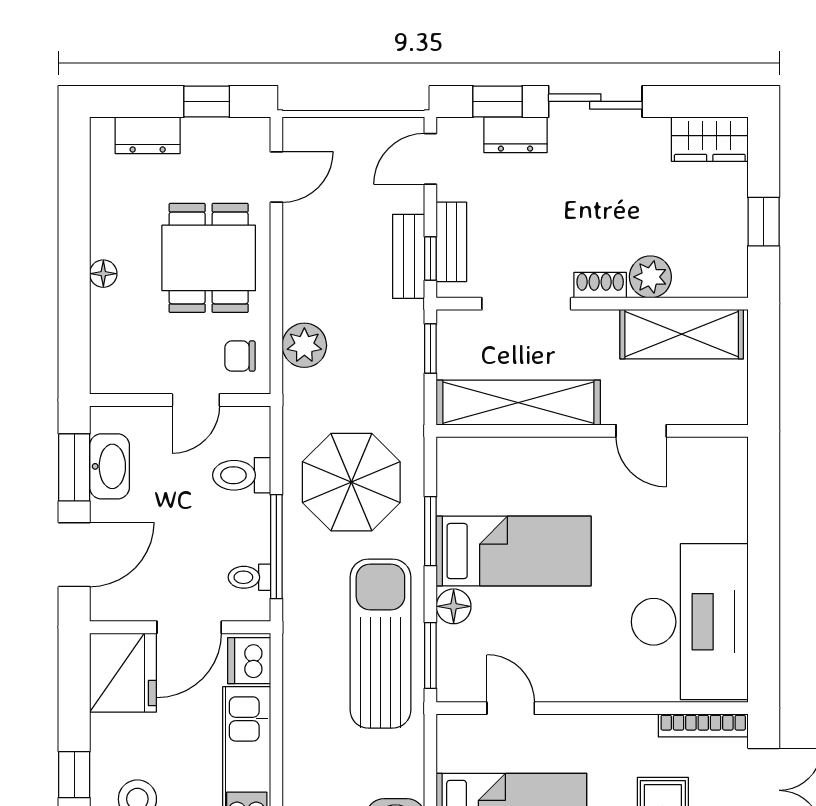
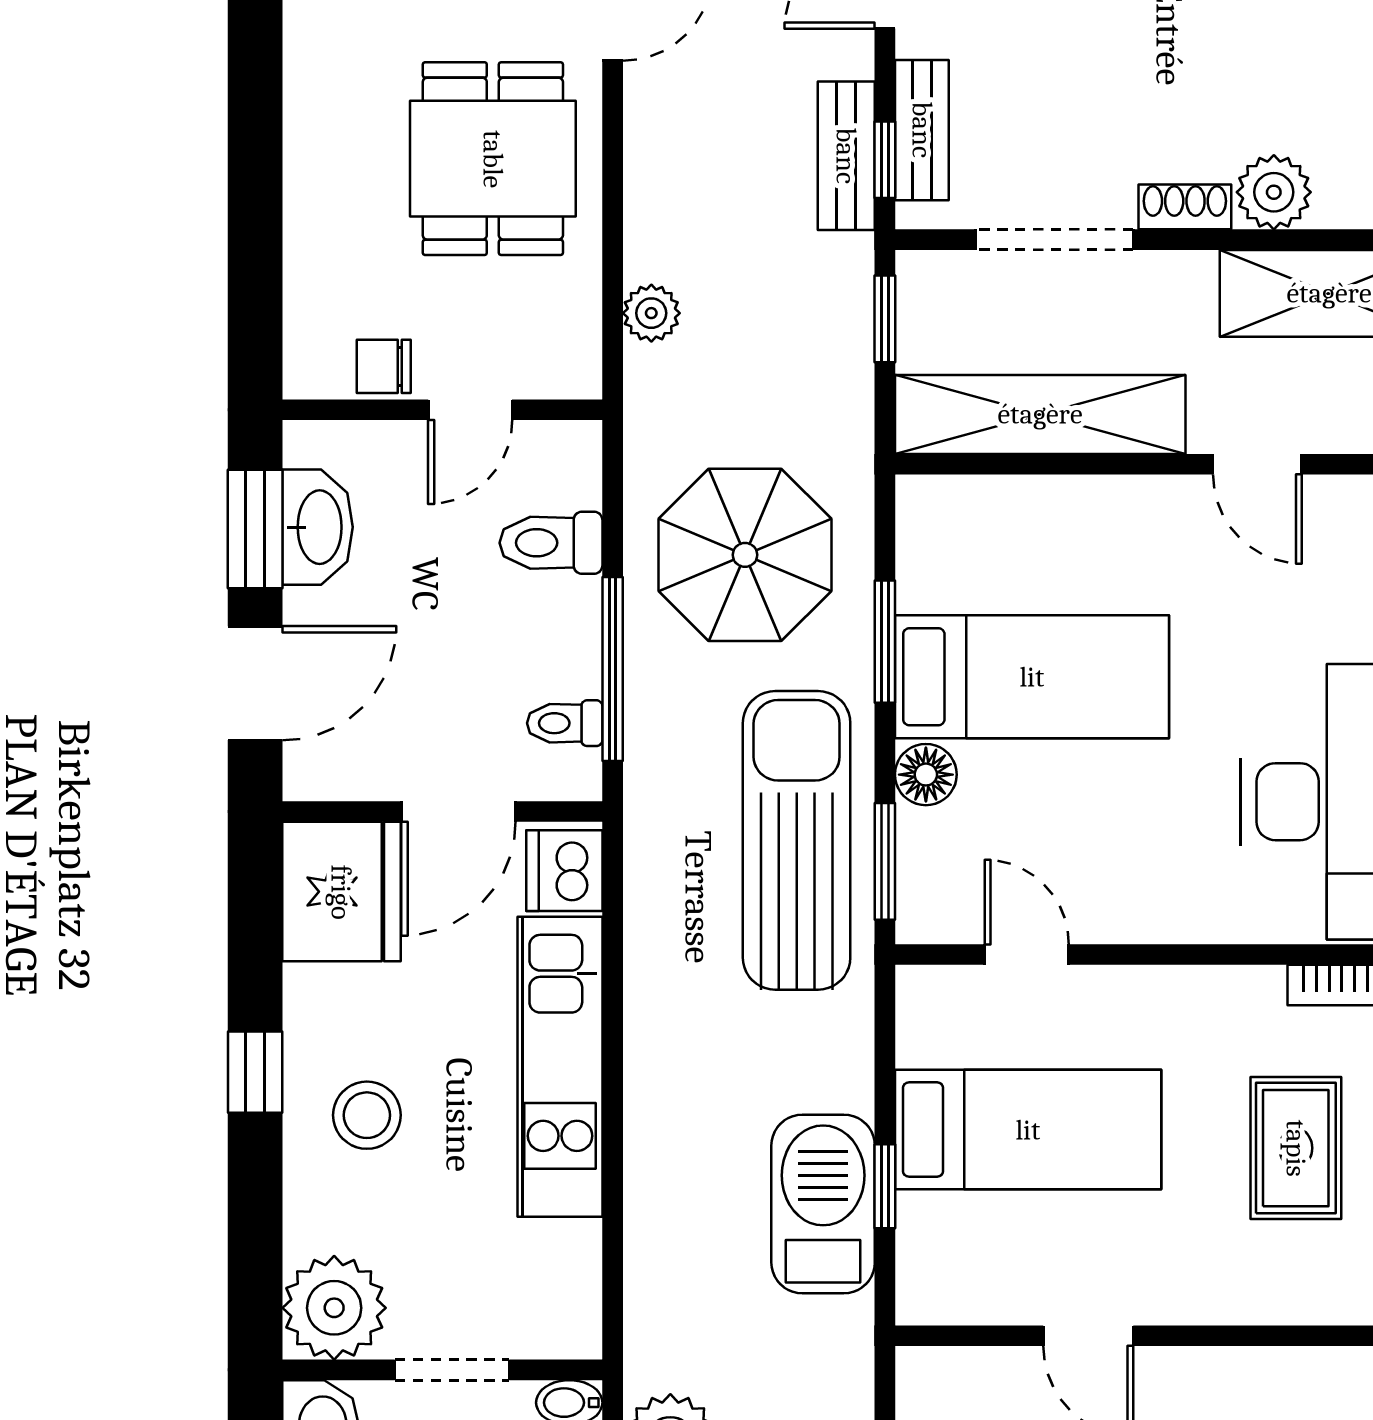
floor lamp: (103, 274) -> (307, 186), removed
plant: (304, 345) -> (651, 313), width x0.73, depth x0.73
chair: (240, 356) -> (384, 366), moved

